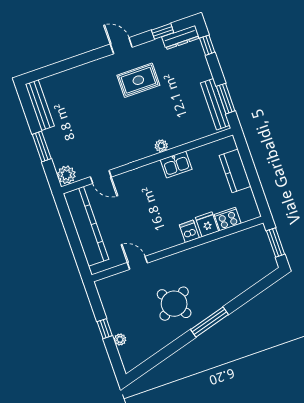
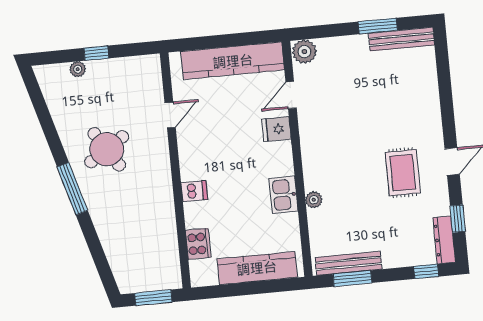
plant: (161, 146) -> (314, 200), moved
window: (42, 147) -> (378, 26), moved
kitchen counter: (235, 171) -> (257, 268), width x1.50
fridge: (207, 224) -> (276, 129), moved, turned 180

